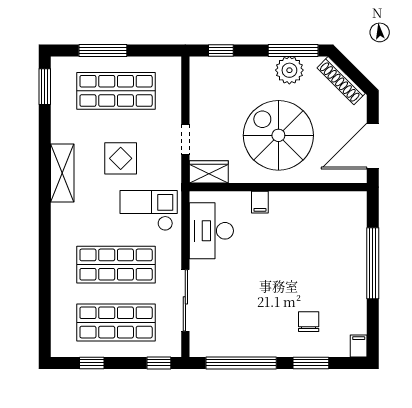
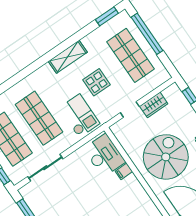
window: (103, 50) -> (147, 34), width x1.46
wardrobe: (209, 172) -> (154, 105), moved, turned 90
desk: (211, 231) -> (104, 155), moved, turned 90

